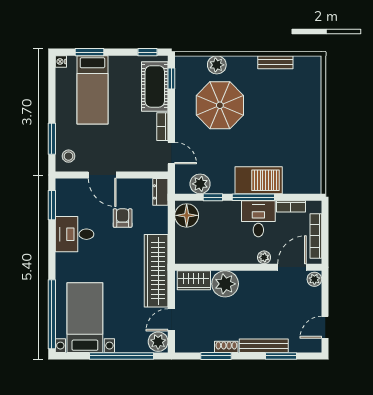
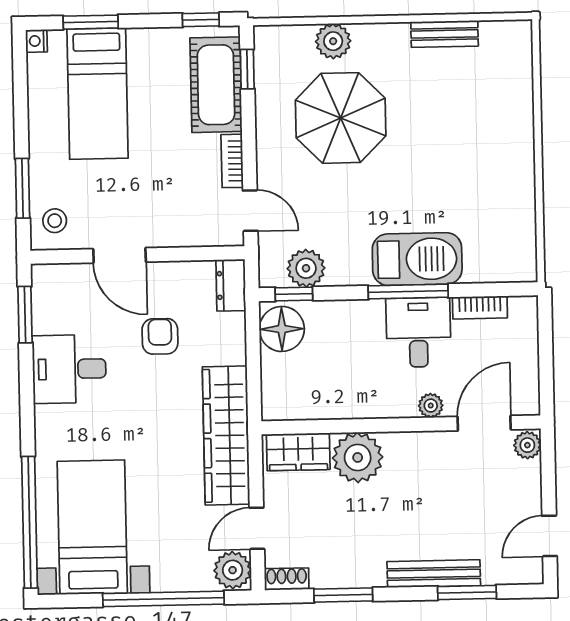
window: (213, 197) -> (294, 294), moved
bookcase: (316, 236) -> (528, 363), removed
shoe rack: (226, 347) -> (287, 579), moved

